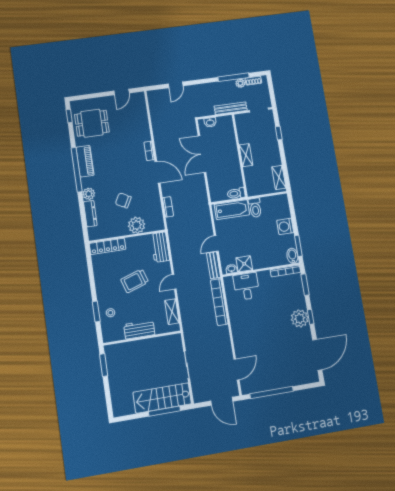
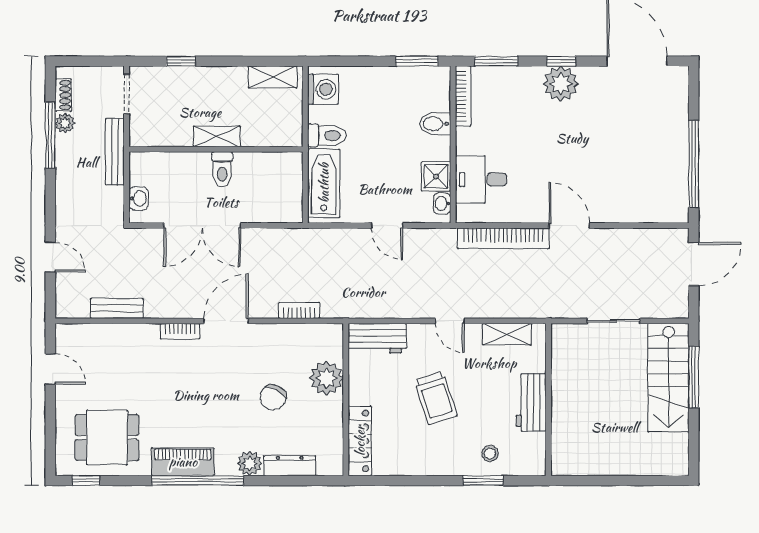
dining table: (92, 123) -> (107, 438), turned 90
toilet: (236, 193) -> (222, 169), moved
washing machine: (285, 226) -> (323, 89), moved, turned -90
bidet: (292, 256) -> (435, 124), moved
bench: (214, 265) -> (117, 308), moved
window: (104, 365) -> (588, 481), removed
door: (236, 369) -> (569, 226), moved

